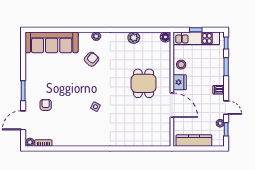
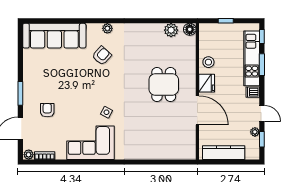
plant: (134, 38) -> (171, 30), moved
kitchen unit: (196, 38) -> (252, 58), moved, turned 90
corner sofa: (82, 132) -> (91, 143), added

